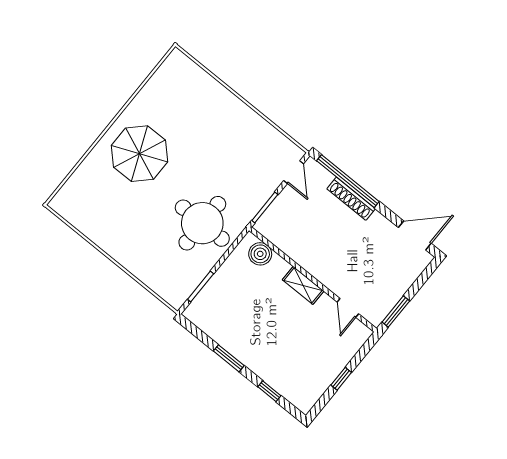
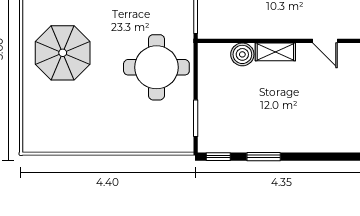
boiler: (260, 254) -> (242, 54), moved
window: (269, 391) -> (218, 157), moved

